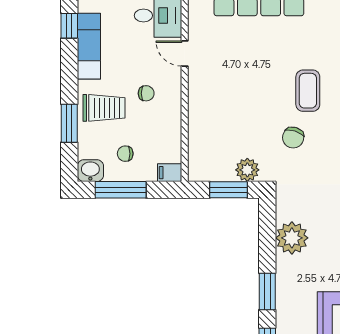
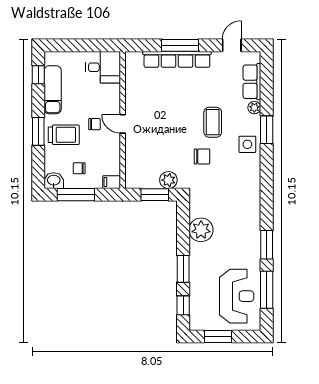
door: (185, 53) -> (123, 124), moved
window: (69, 123) -> (38, 131), moved
chair: (293, 138) -> (202, 156), turned -108

